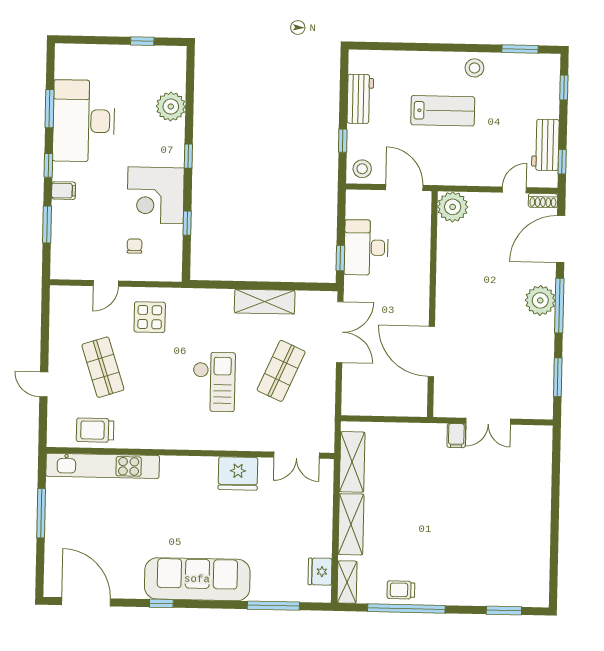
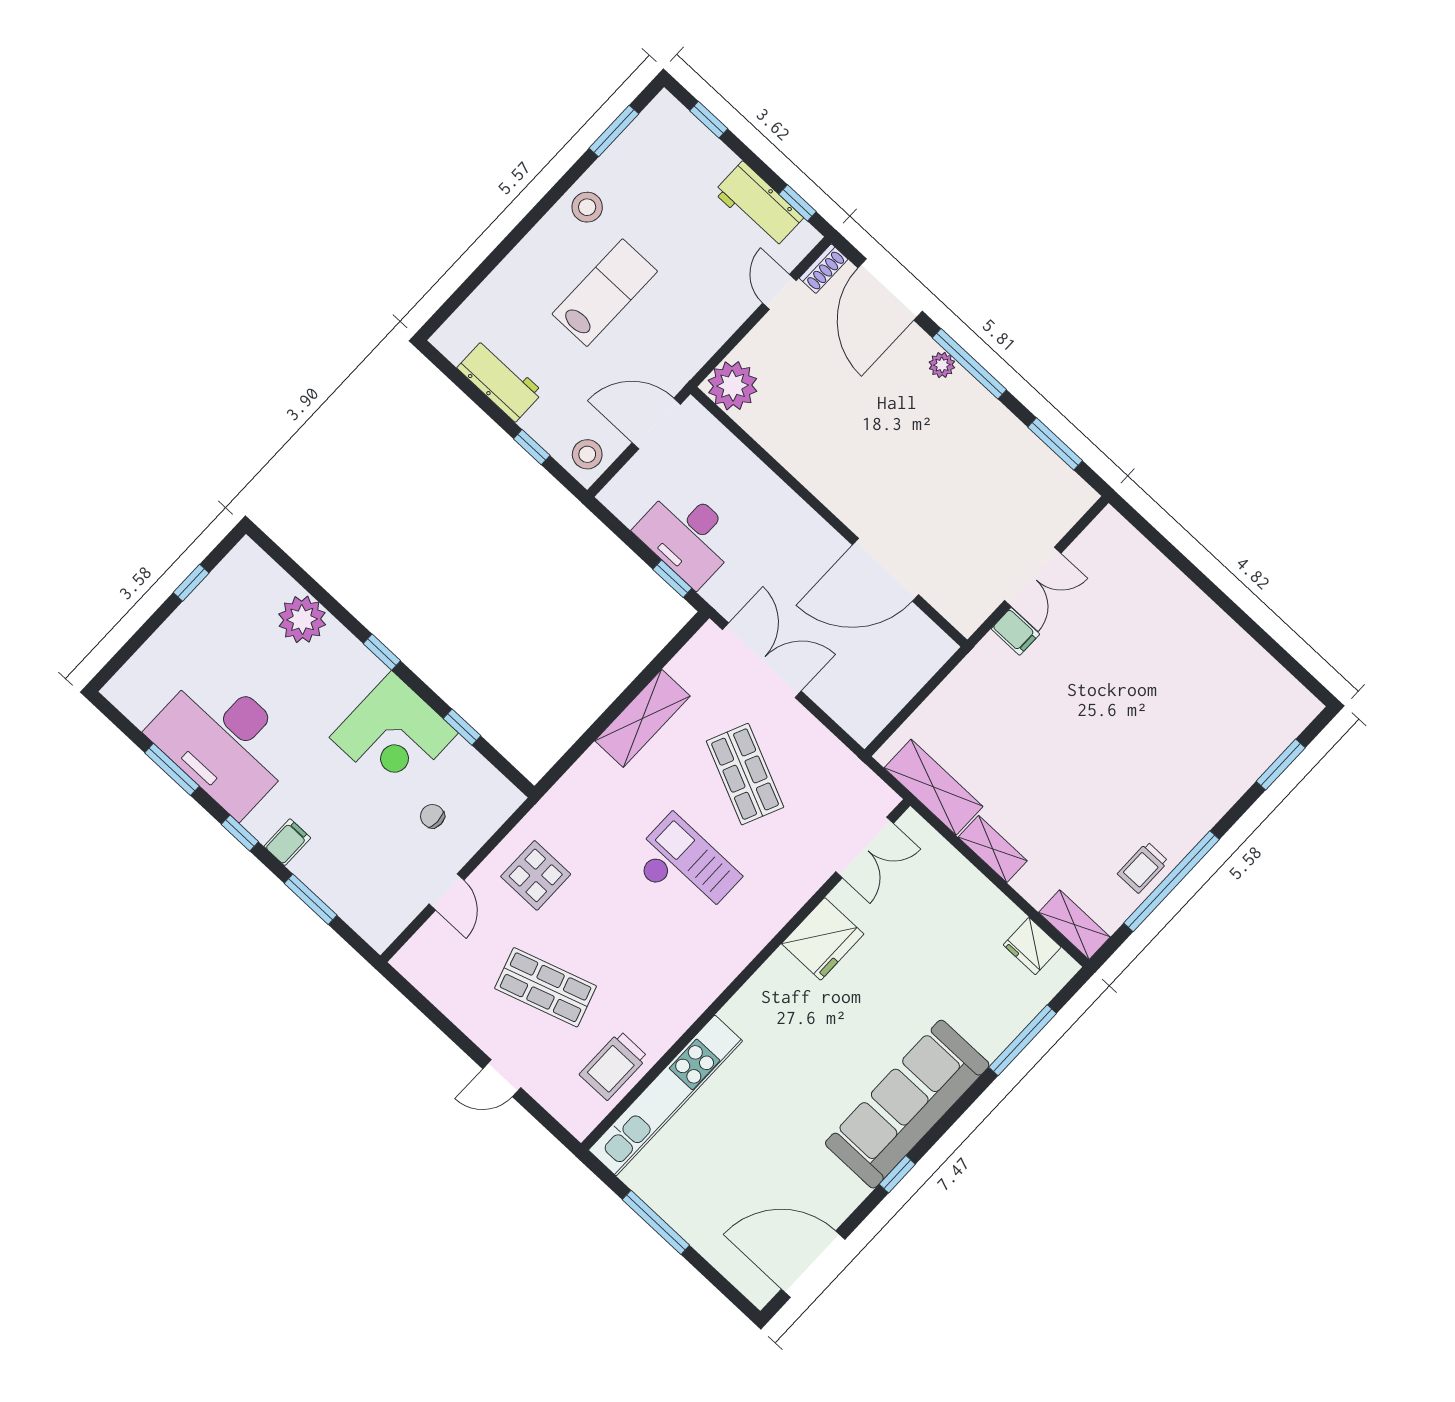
plant: (540, 300) -> (942, 365), width x0.53, depth x0.53
shelving: (351, 524) -> (993, 849), width x0.67, depth x0.75

